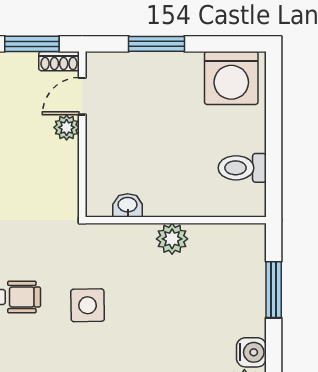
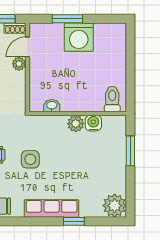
washing machine: (231, 78) -> (79, 37), moved
toilet: (242, 168) -> (112, 99), moved, turned 90
water cooler: (251, 352) -> (93, 123), moved, turned -90

